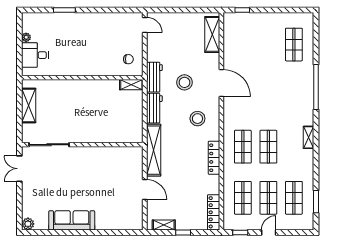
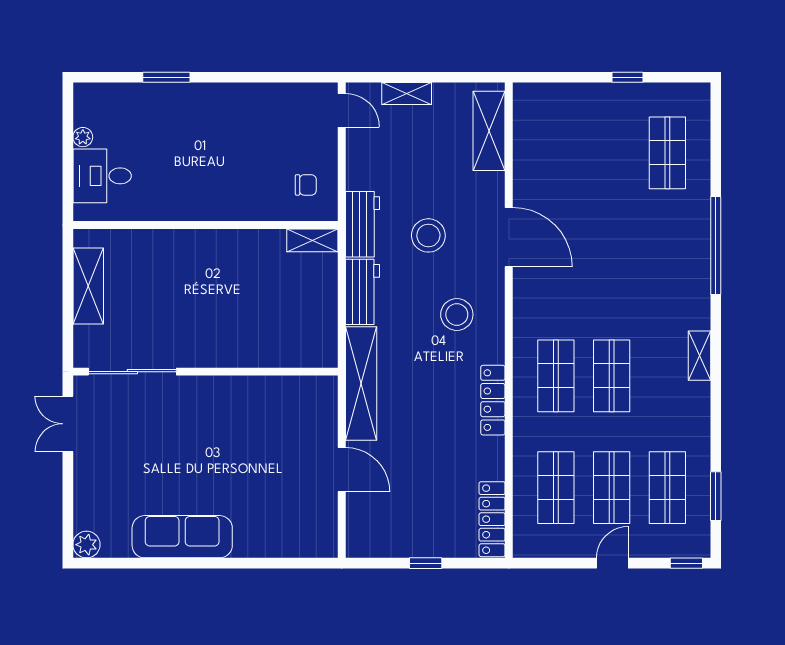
window: (242, 10) -> (627, 77), moved
shelving: (164, 225) -> (407, 94), moved
window: (240, 232) -> (686, 563), moved

